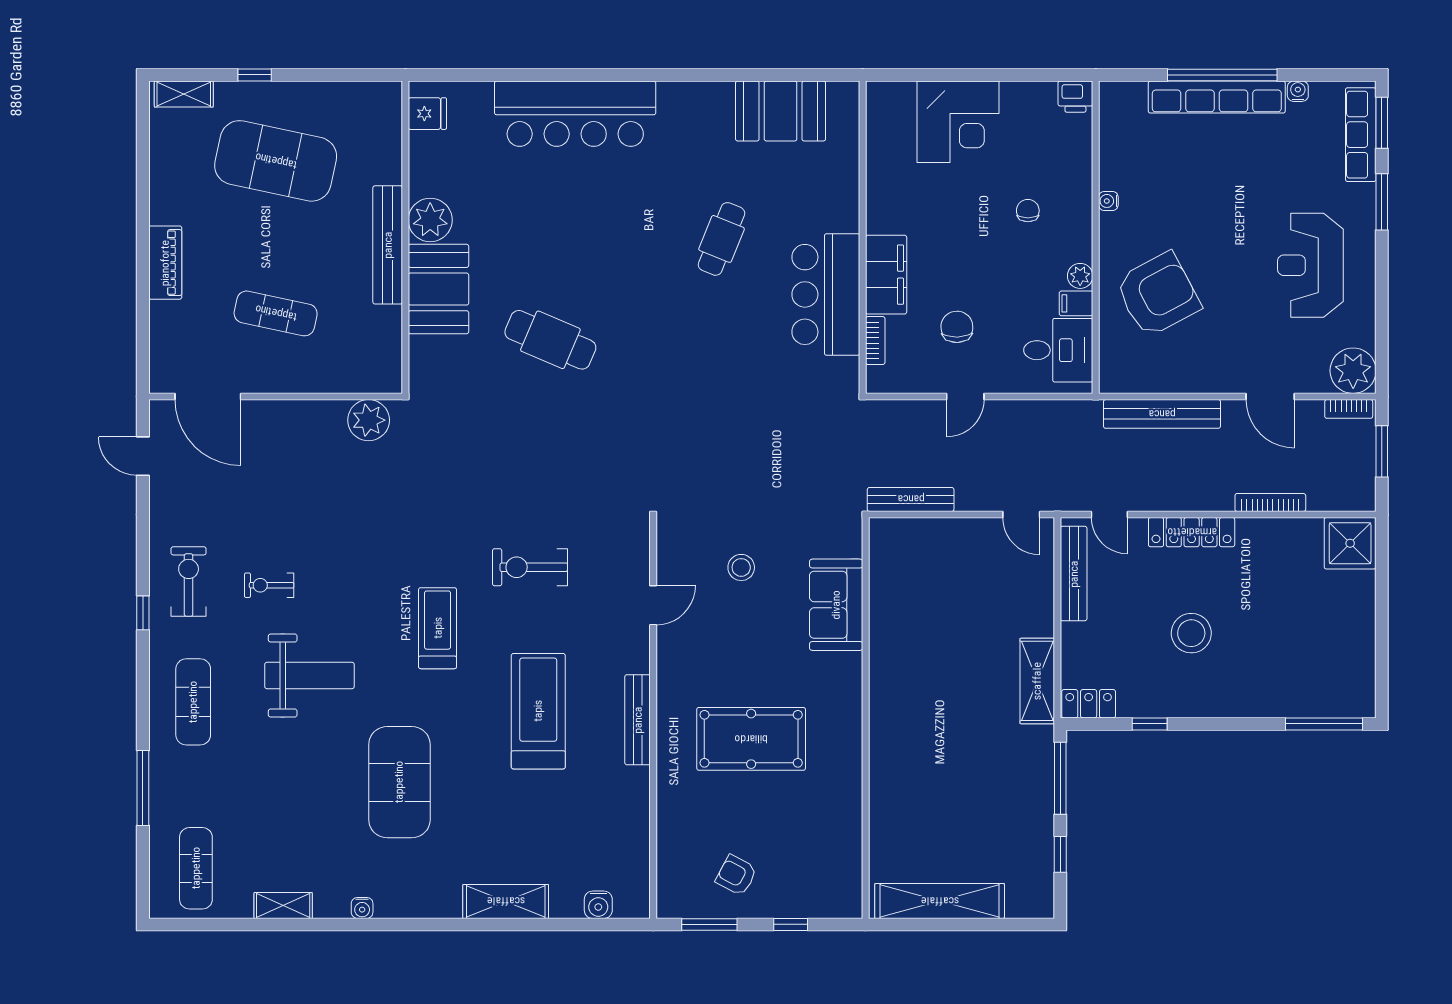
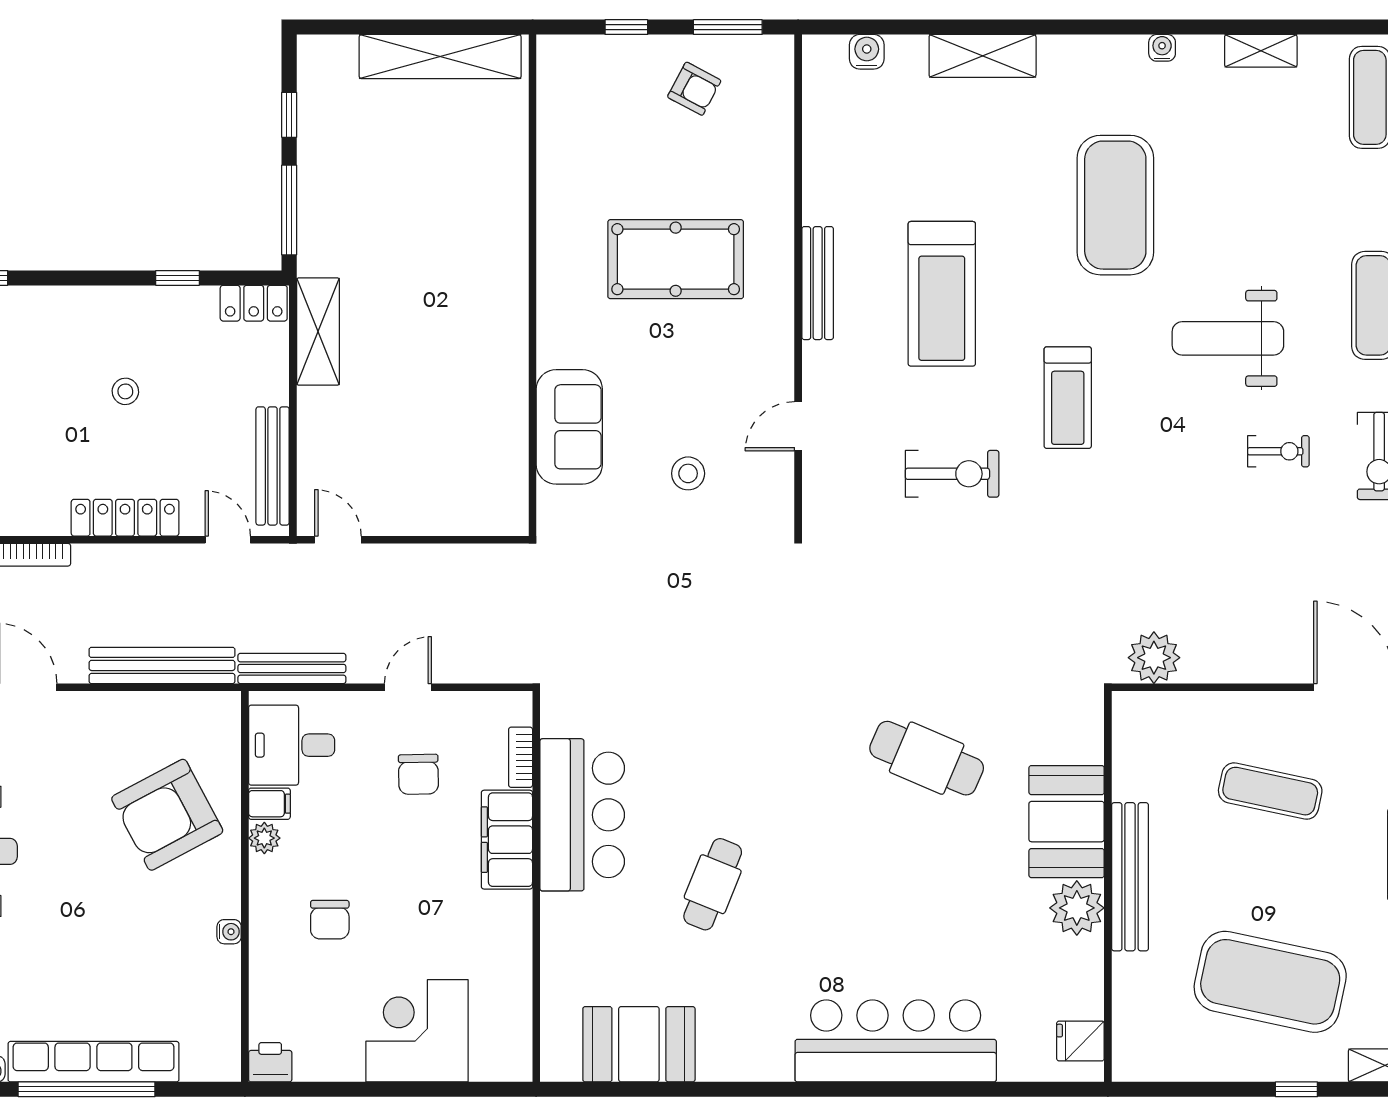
chair: (1028, 211) -> (330, 920), width x1.37, depth x1.37
bench: (911, 499) -> (292, 668), moved
stool: (1191, 633) -> (125, 391), width x0.53, depth x0.53

